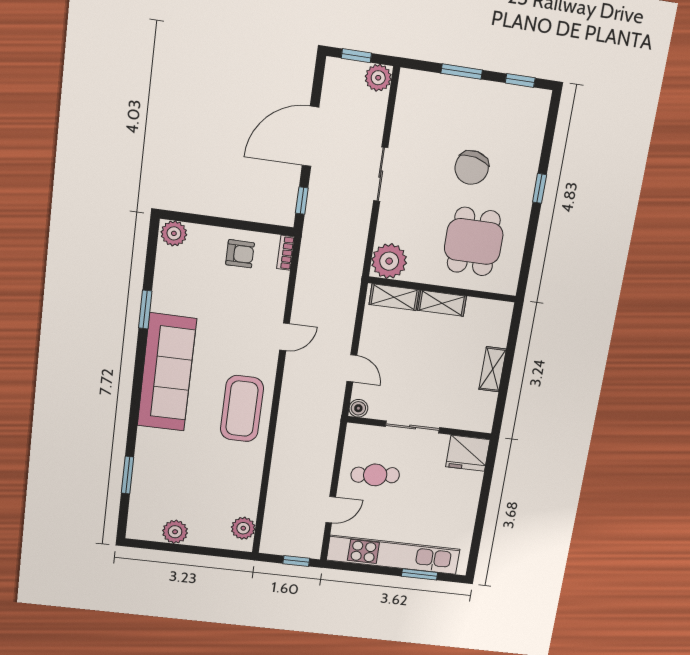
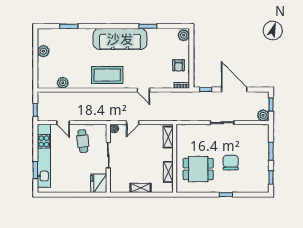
chair: (472, 168) -> (231, 163), turned 78
plant: (389, 261) -> (184, 132), removed
shelving: (442, 303) -> (168, 172), moved
plant: (243, 528) -> (63, 83), moved

